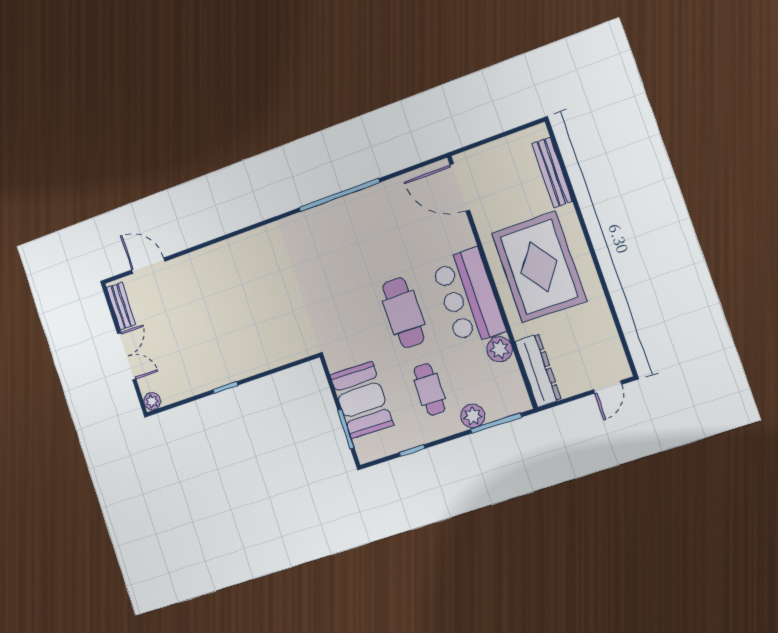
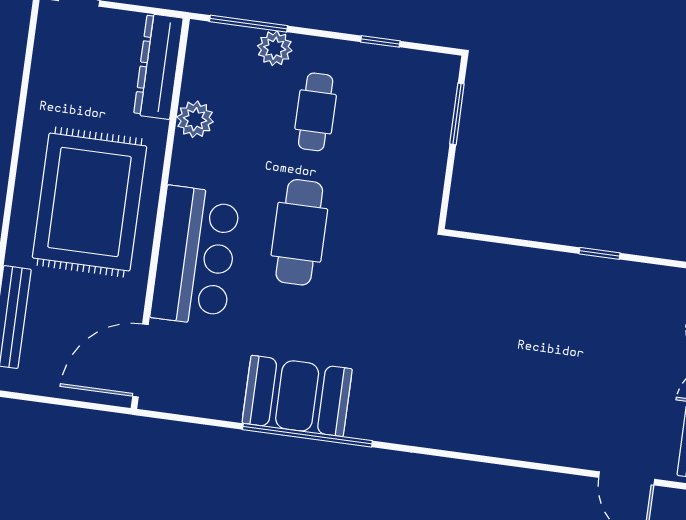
door: (460, 187) -> (140, 360), swing flipped
bar counter: (468, 297) -> (195, 256), moved
booth: (362, 400) -> (297, 396), moved, turned 90

